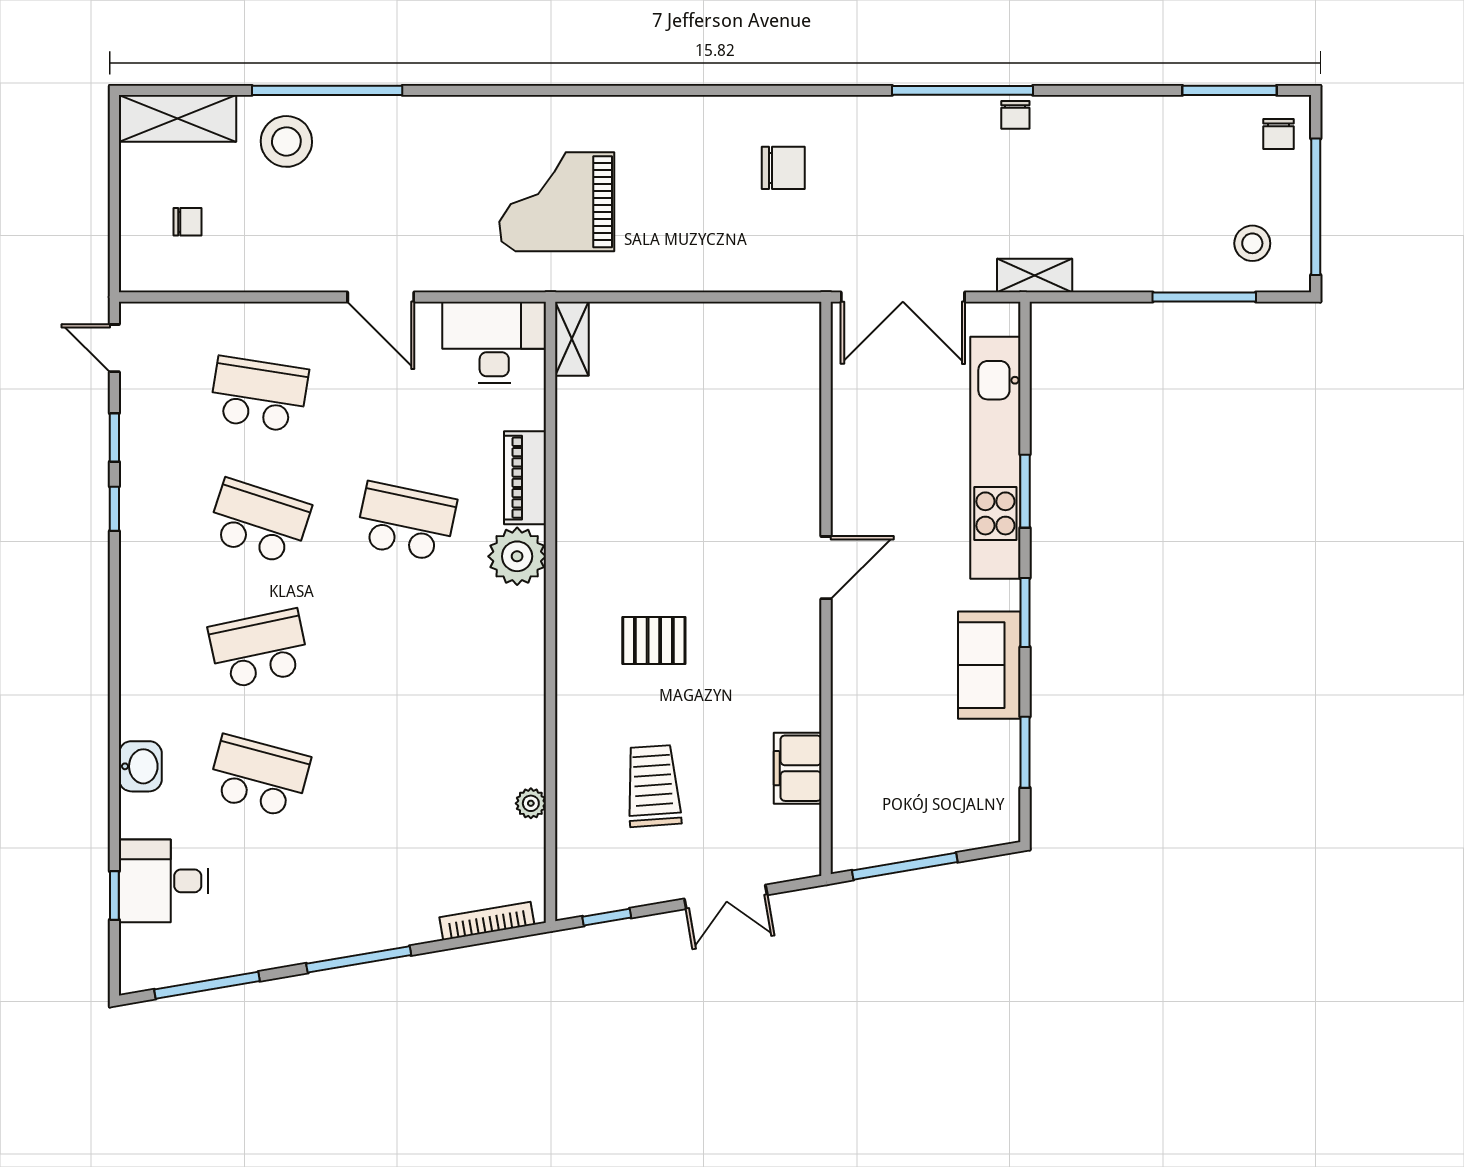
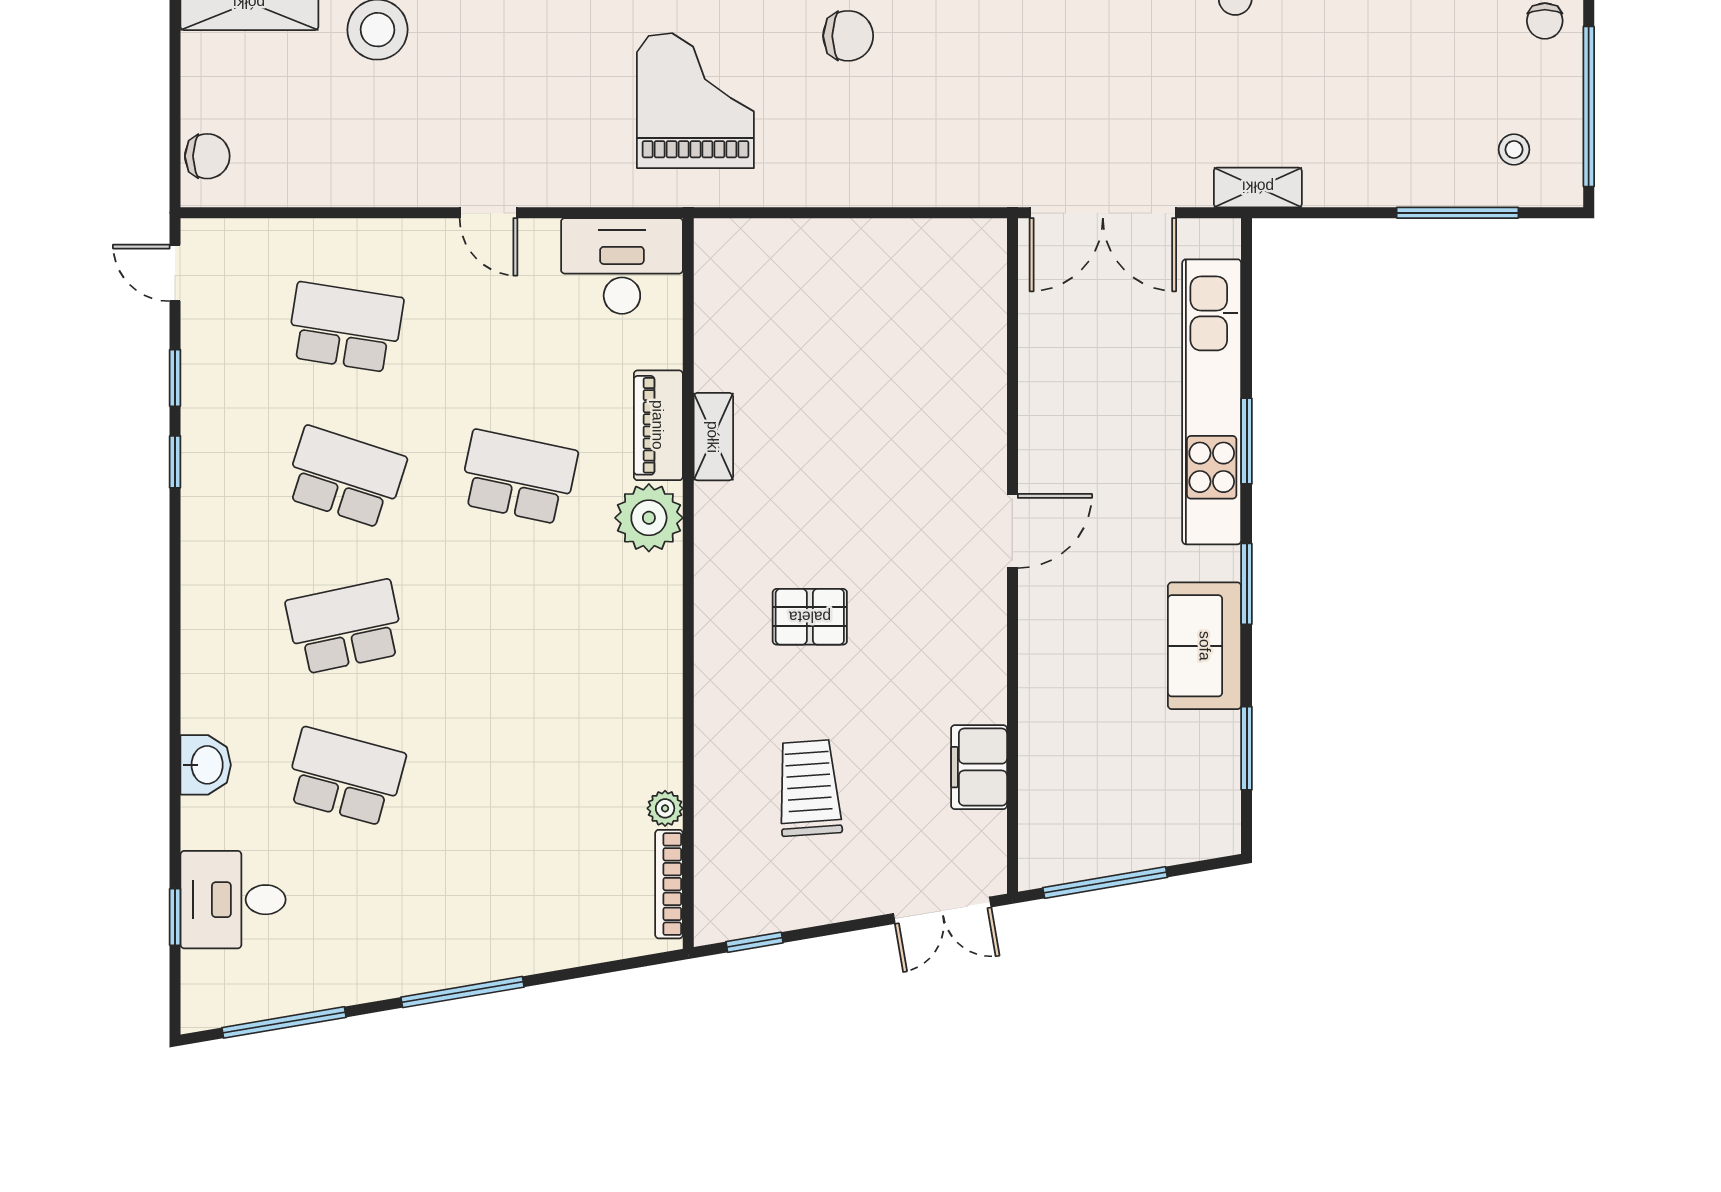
chair: (783, 168) -> (848, 36), moved
grand piano: (557, 202) -> (695, 101), turned 90
chair: (187, 222) -> (207, 156), moved, width x1.37, depth x1.37
stool: (1252, 243) -> (1514, 150), width x0.73, depth x0.73
door: (381, 297) -> (489, 213), width x0.73
shelving: (572, 339) -> (713, 437), moved
double door: (726, 897) -> (942, 910), moved
bookcase: (487, 921) -> (669, 884), moved, turned -80

